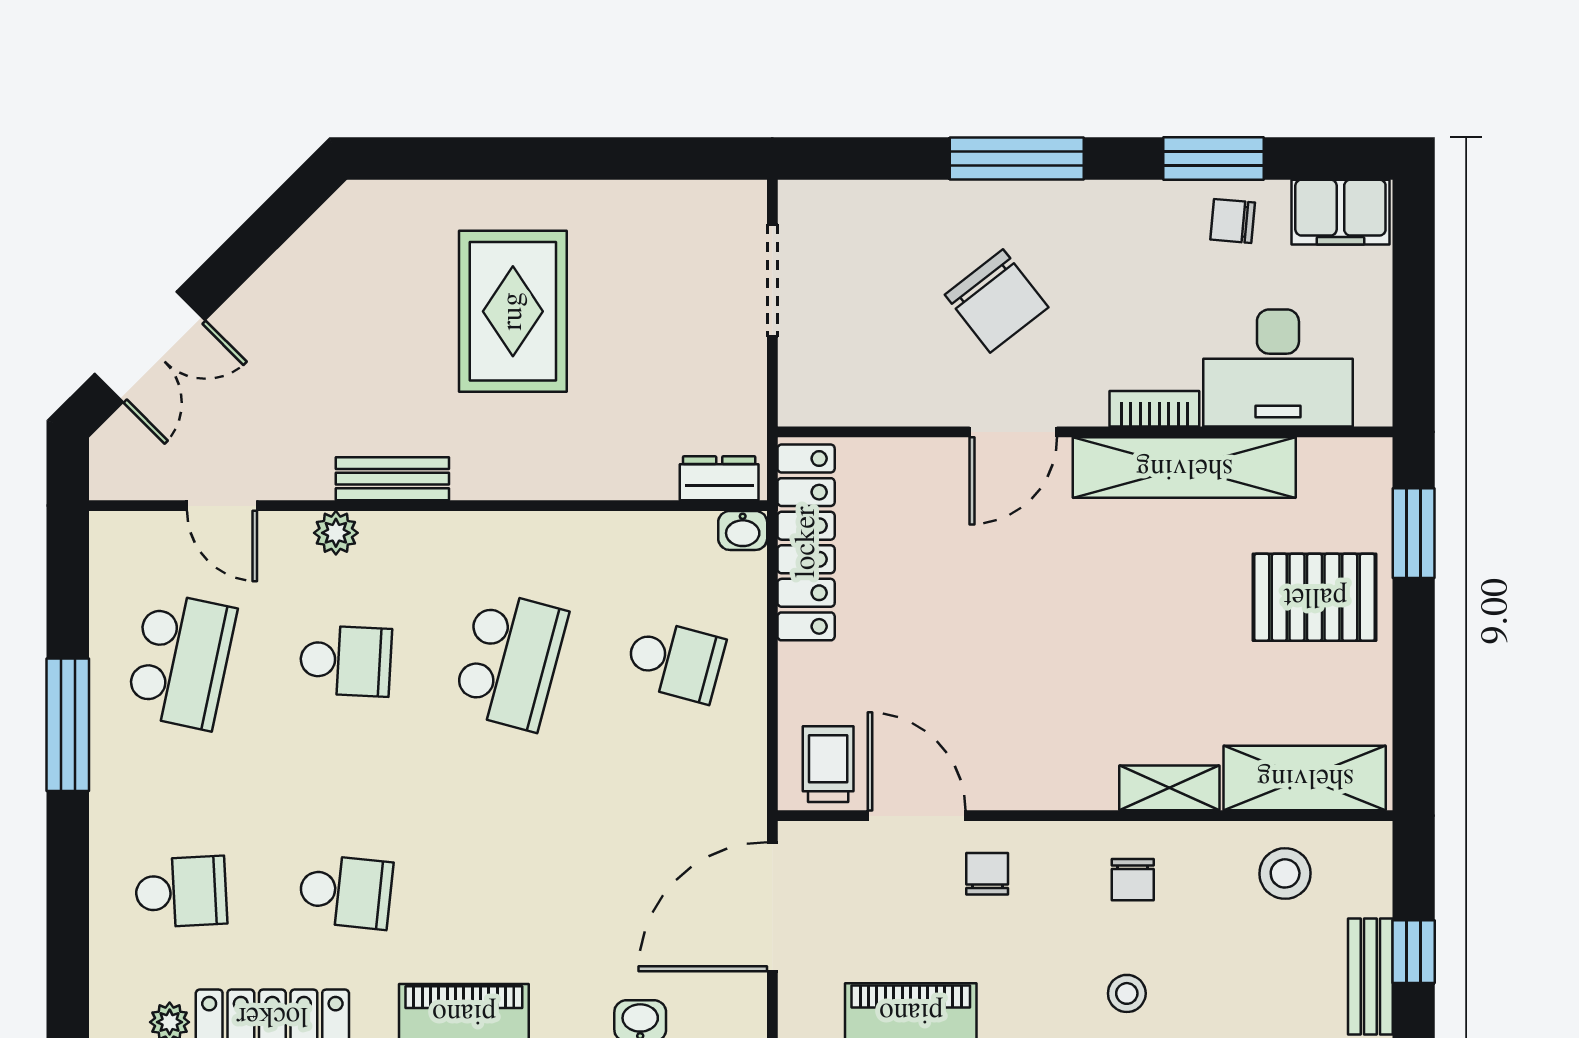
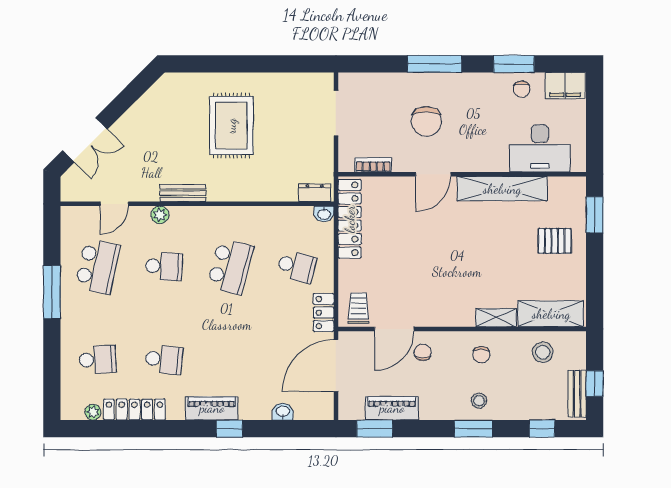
chair: (1233, 221) -> (522, 89), turned -95
chair: (997, 301) -> (426, 121), turned 38
bookcase: (1154, 409) -> (373, 165), moved
door: (222, 506) -> (114, 204), hinge flipped
pallet: (1315, 597) -> (555, 241), width x0.67, depth x0.71
locker: (742, 775) -> (324, 313), added
door: (917, 816) -> (394, 329), swing flipped

